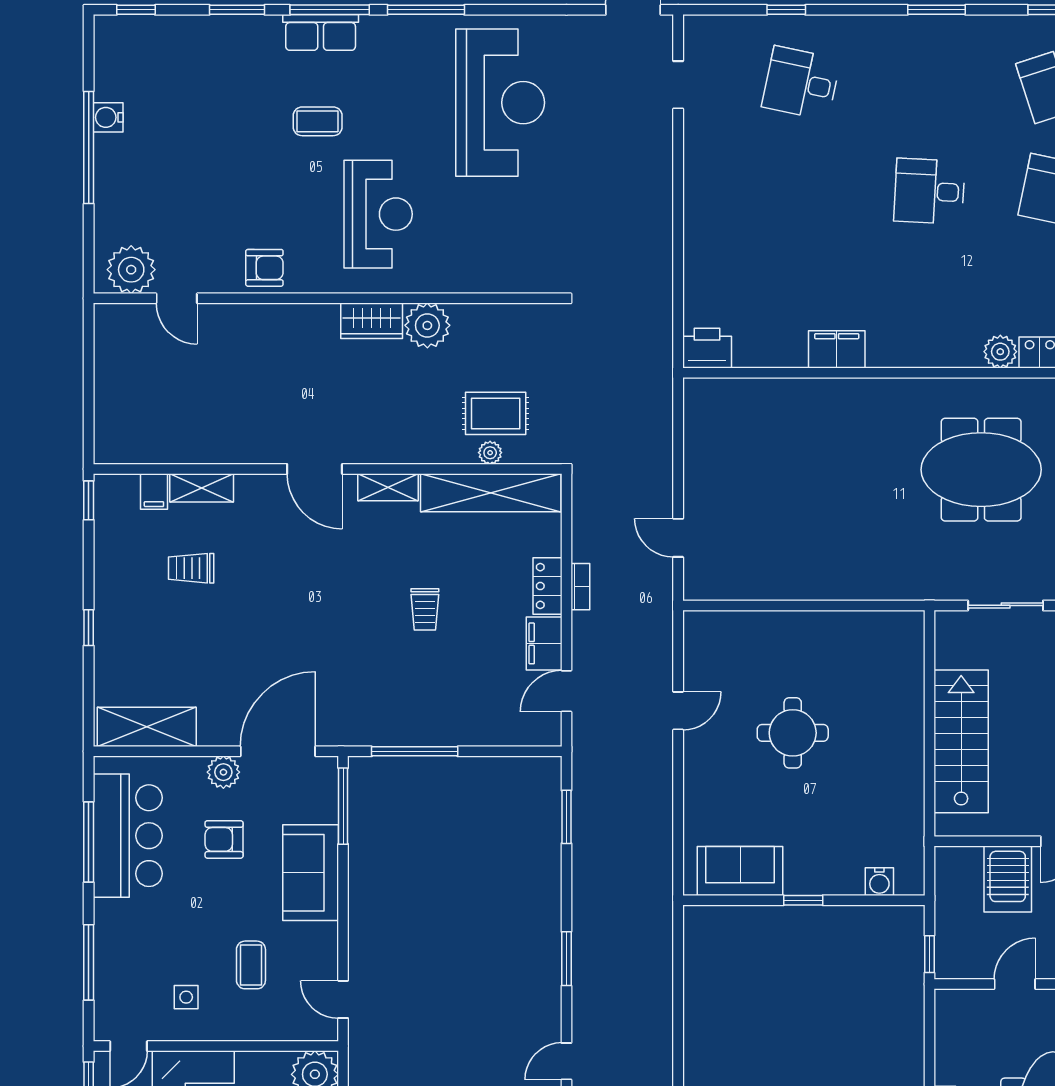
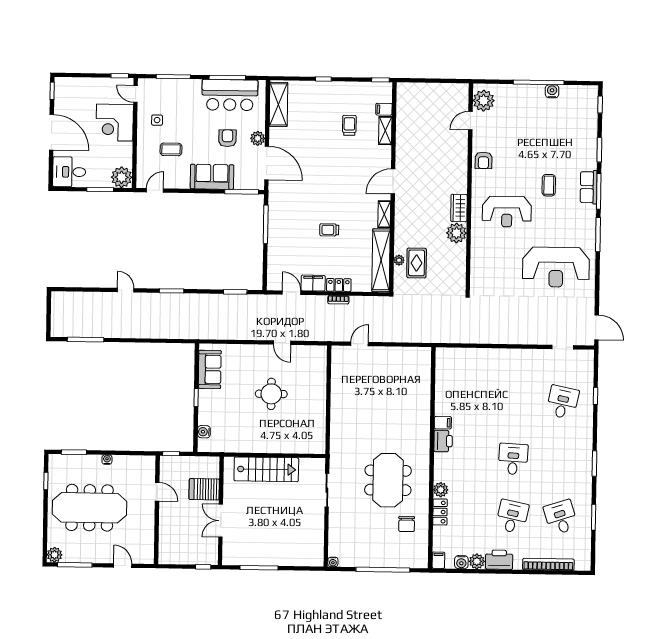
printer: (707, 348) -> (443, 441), moved
filing cabinet: (837, 349) -> (443, 423), width x0.50

